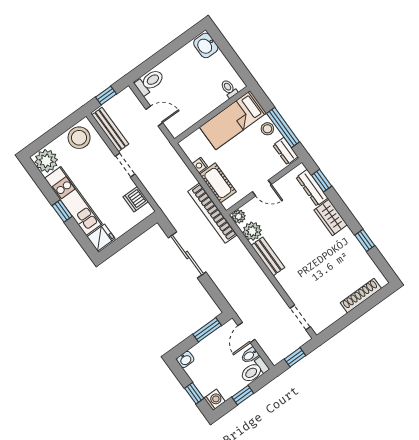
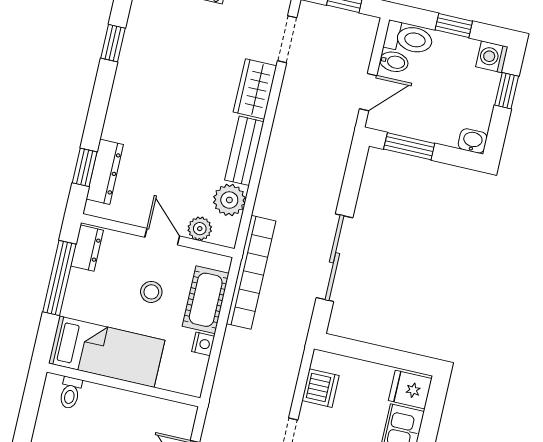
stool: (267, 129) -> (151, 292), moved
plant: (239, 216) -> (200, 229), moved
wardrobe: (331, 217) -> (255, 89), moved, turned 180

